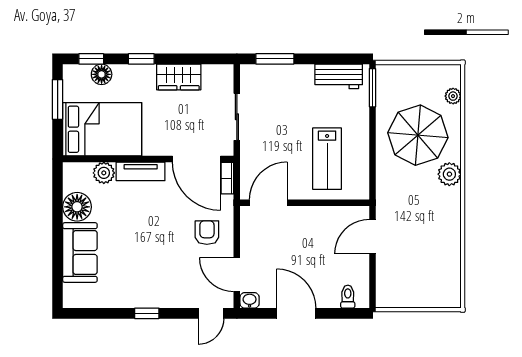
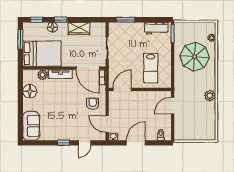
floor lamp: (102, 74) -> (52, 27), moved
plant: (449, 174) -> (210, 96), moved
sofa: (80, 252) -> (31, 126), moved
door: (211, 313) -> (84, 143), moved
door: (296, 313) -> (136, 143), hinge flipped

